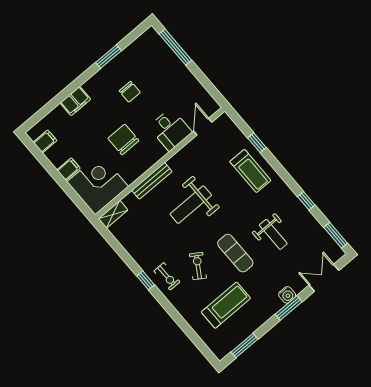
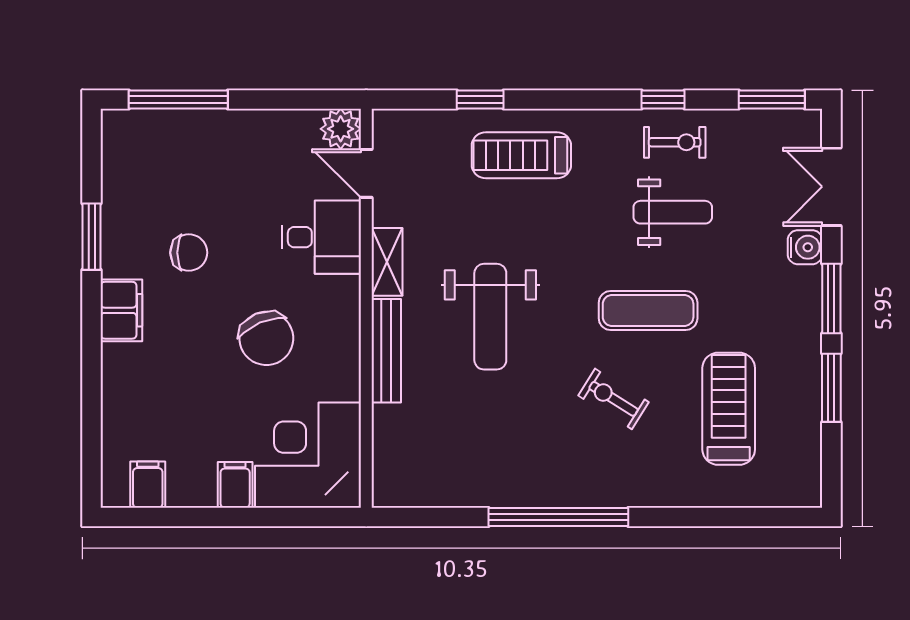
filing cabinet: (75, 101) -> (121, 310), moved
plant: (210, 106) -> (341, 129), added
chair: (123, 139) -> (266, 338), turned -113
treadmill: (250, 171) -> (521, 155), turned 180
shelving: (113, 214) -> (387, 262), moved
exercise bike: (167, 276) -> (675, 142), moved
window: (146, 280) -> (558, 517), width x3.17
water cooler: (287, 295) -> (805, 247), moved
window: (244, 346) -> (831, 388), moved

